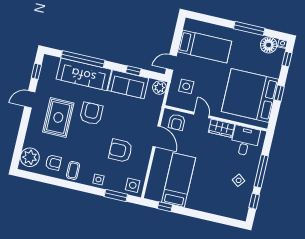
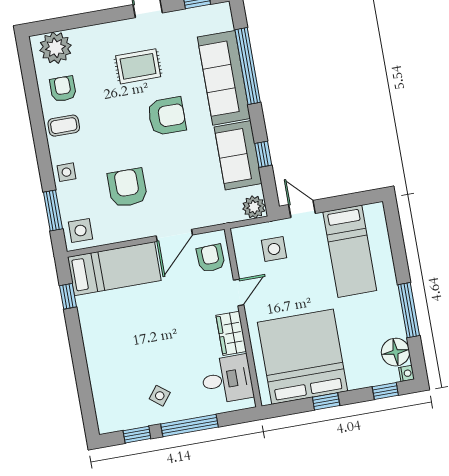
rug: (58, 117) -> (138, 66), width x0.73, depth x0.70
armchair: (177, 122) -> (211, 258), turned 88
armchair: (53, 163) -> (63, 89), turned 180
bed: (179, 180) -> (114, 269), moved

